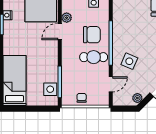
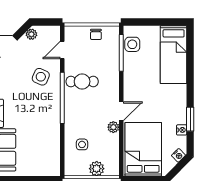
chair: (92, 35) -> (84, 107), removed

